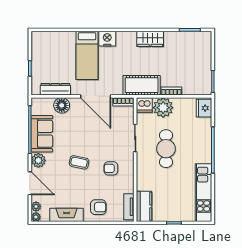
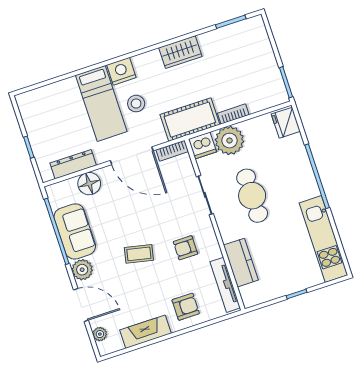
stool: (110, 63) -> (136, 104), added
kitchen counter: (144, 206) -> (241, 263), moved
tv unit: (129, 207) -> (225, 285), width x1.41
plant: (36, 217) -> (104, 349), removed

